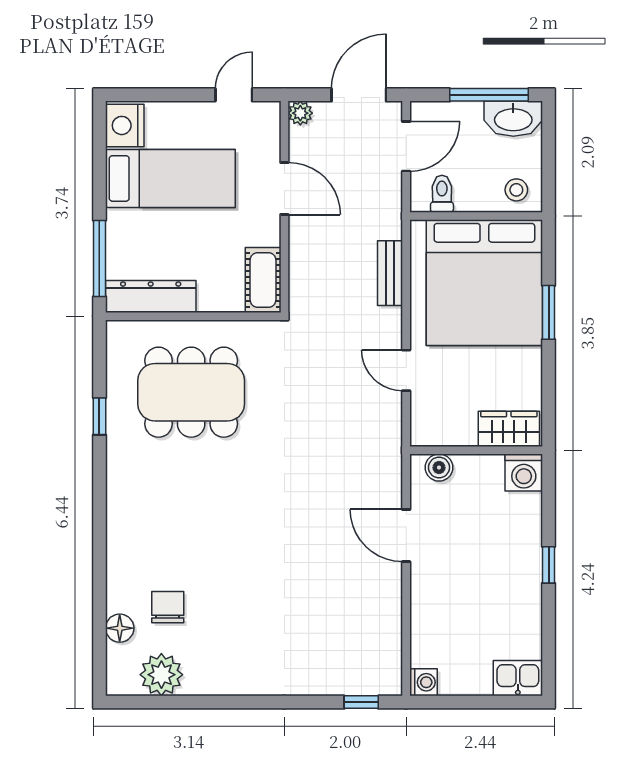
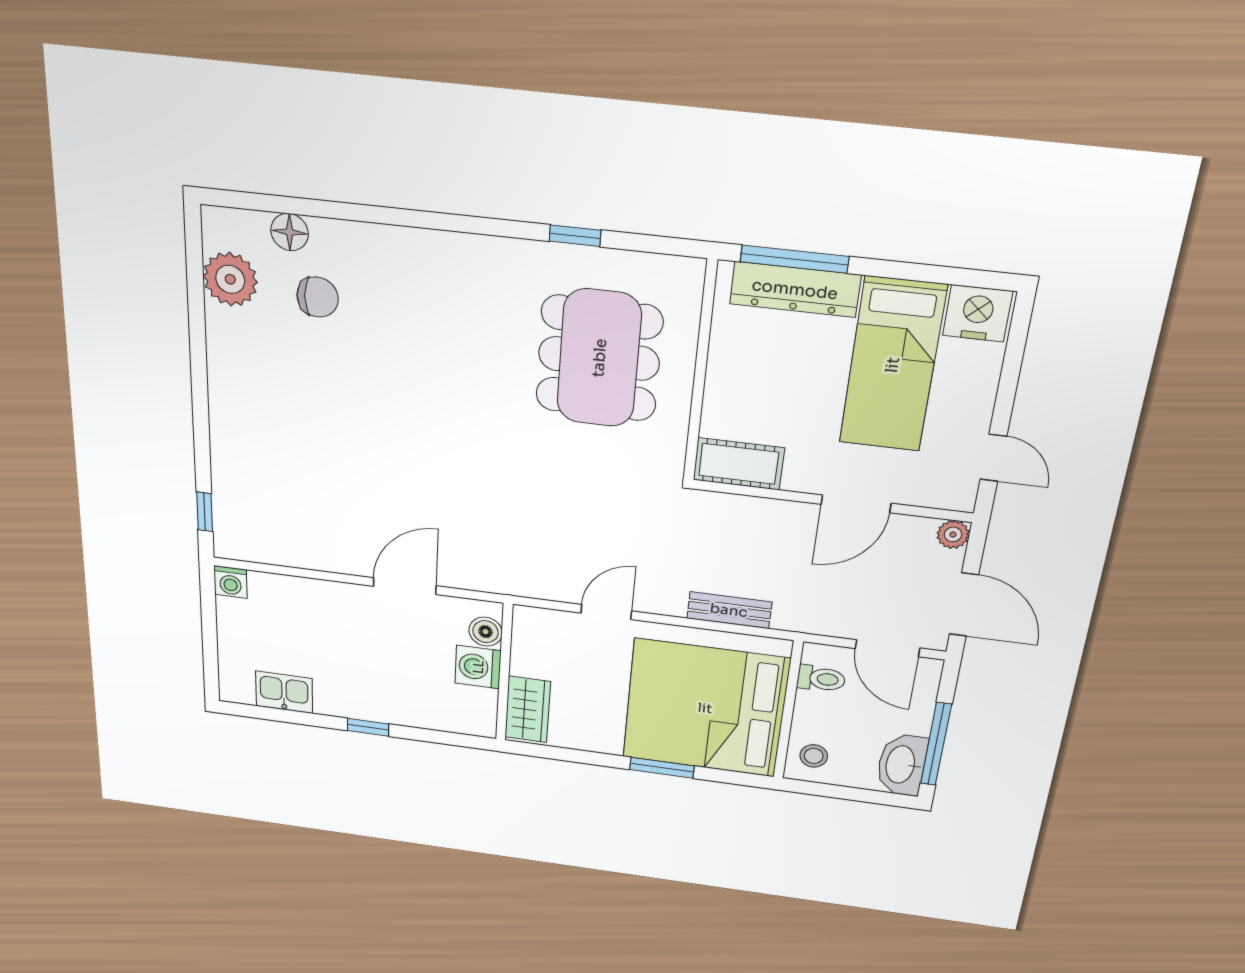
dresser: (151, 297) -> (795, 289), moved, turned 90
washing machine: (524, 472) -> (478, 667), moved
kitchen sink: (518, 678) -> (284, 692), moved, turned -90

